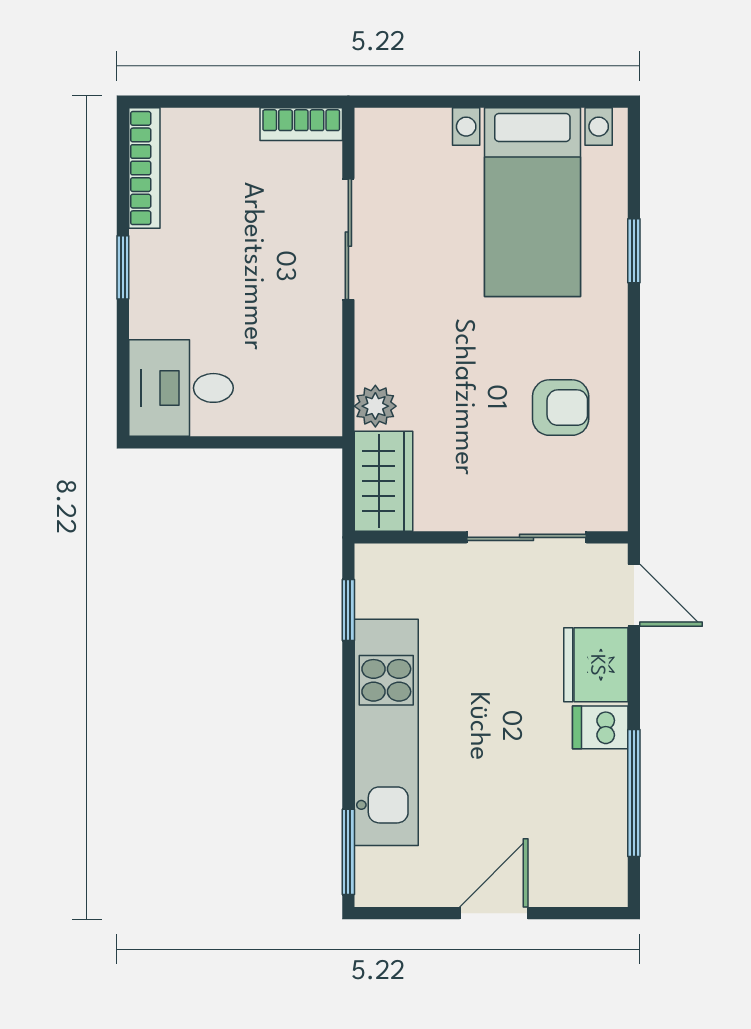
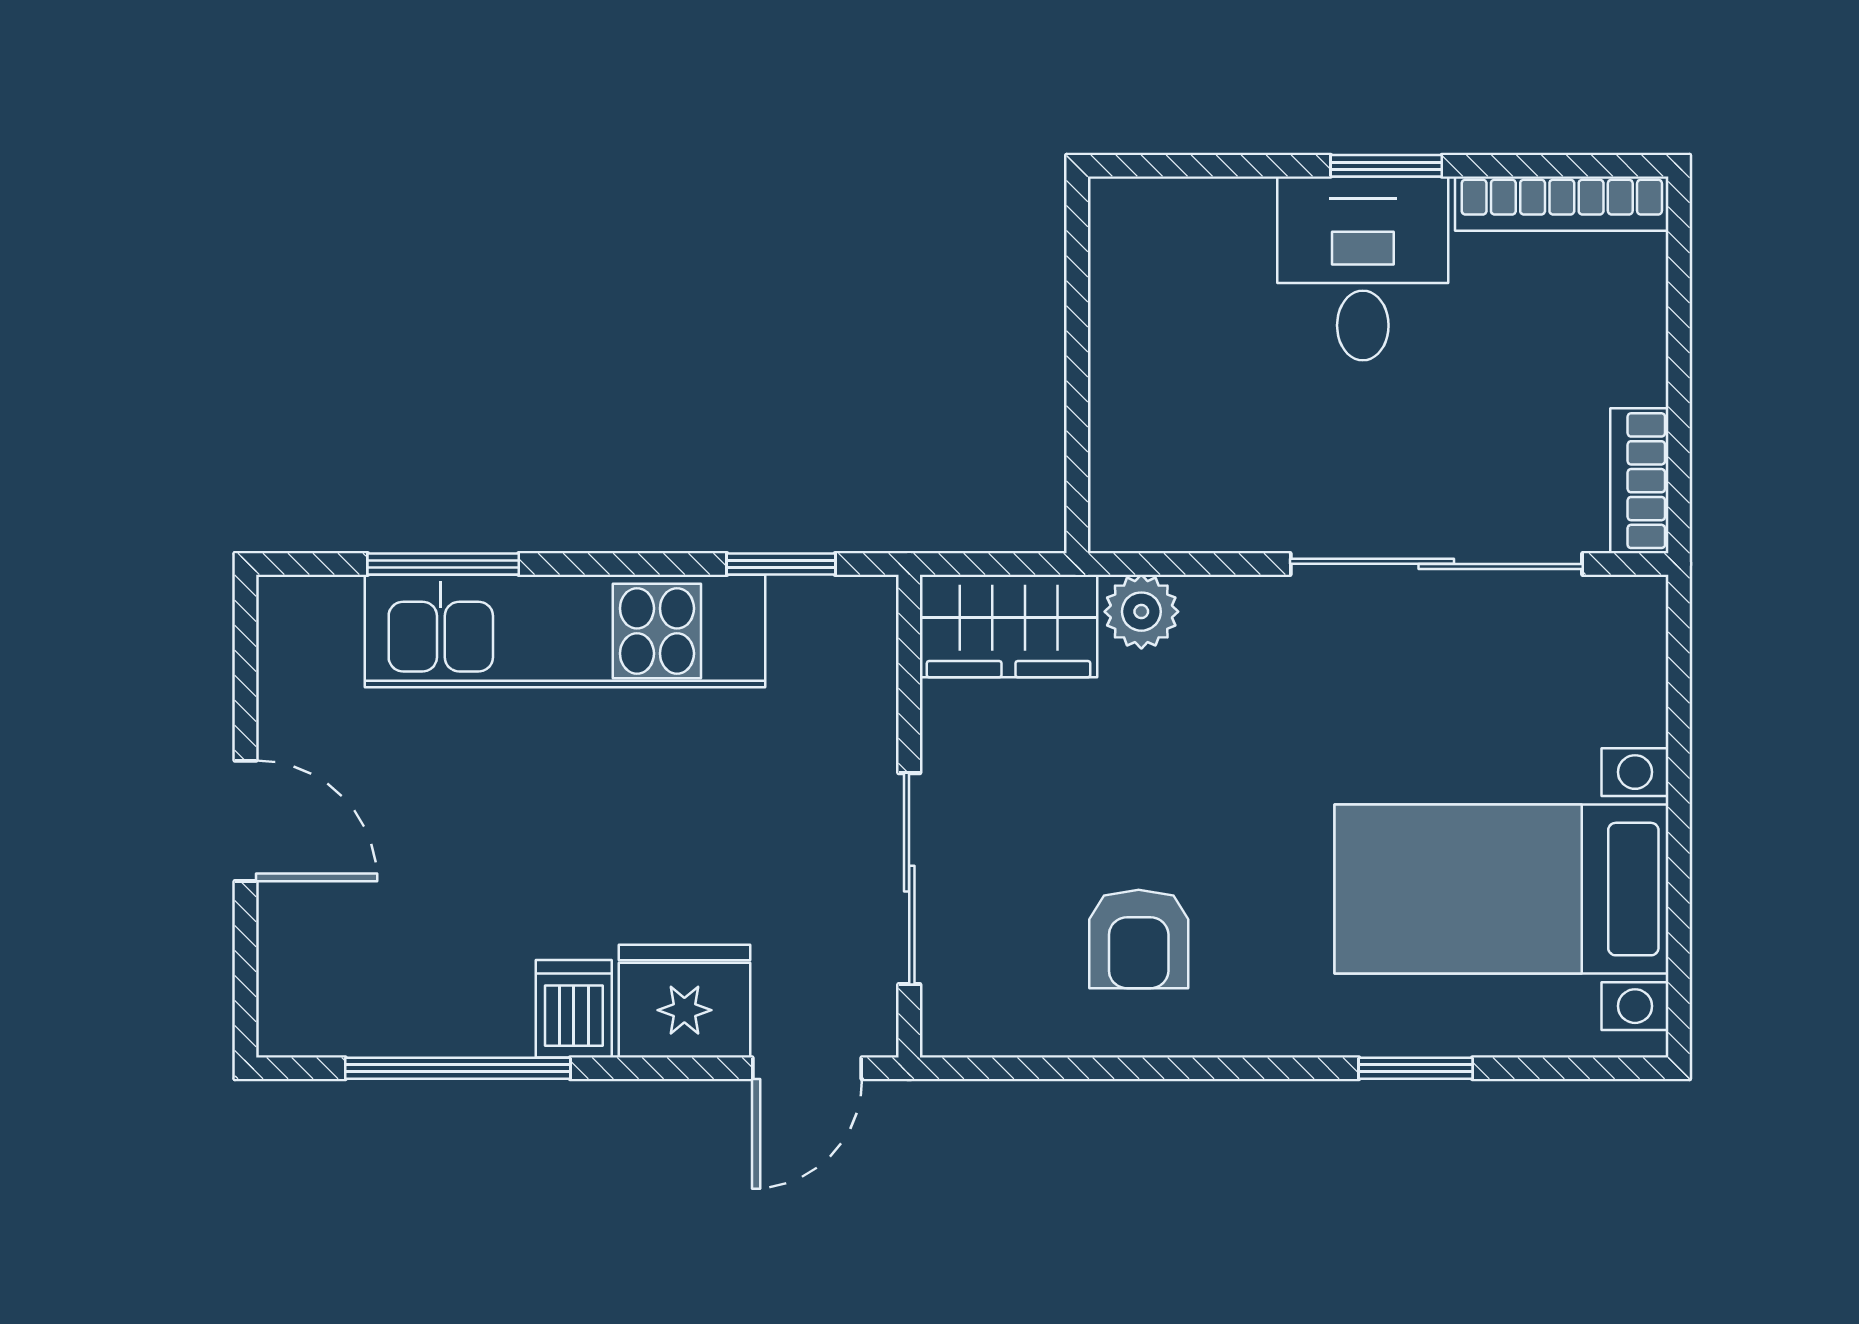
sliding door: (348, 239) -> (1436, 564), width x1.37
desk: (181, 388) -> (1363, 268), moved
window: (348, 852) -> (443, 564), moved

